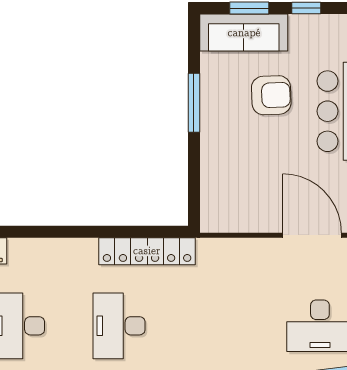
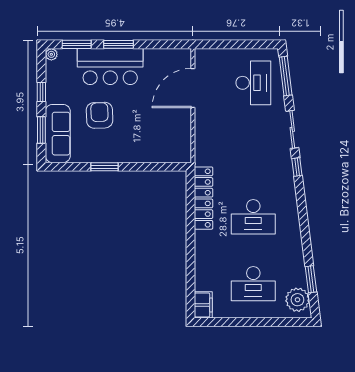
window: (194, 103) -> (105, 167), width x0.69

